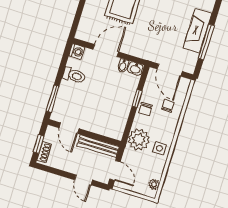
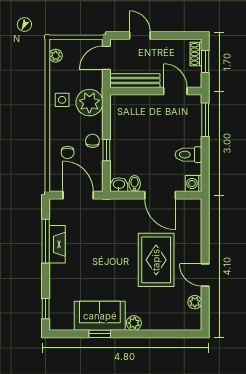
fireplace: (198, 31) -> (57, 244), width x0.73, depth x0.76
door: (106, 51) -> (160, 195), hinge flipped
door: (115, 170) -> (106, 58), hinge flipped

